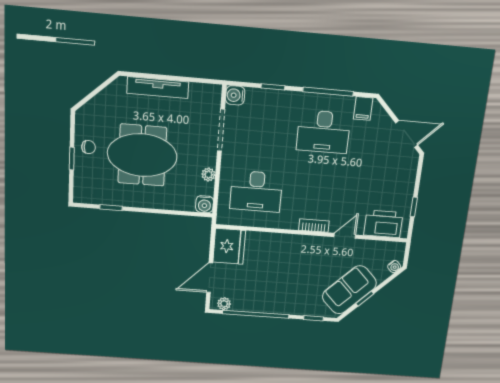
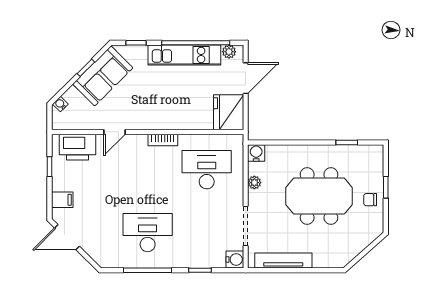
tv unit: (158, 88) -> (283, 260), moved
filing cabinet: (363, 108) -> (62, 200), moved, turned 90
bookcase: (314, 226) -> (163, 140), moved
kitchen unit: (268, 304) -> (184, 55), added

